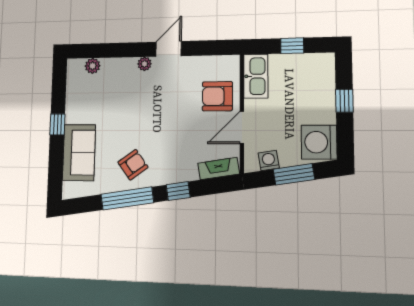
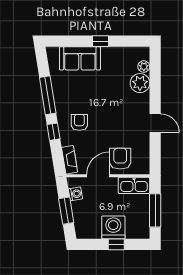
window: (292, 46) -> (155, 210), width x2.17
plant: (144, 64) -> (140, 83), moved, width x1.88, depth x1.88
door: (242, 127) -> (98, 176), hinge flipped
washing machine: (319, 142) -> (113, 227), moved
armchair: (133, 165) -> (79, 122), moved, turned -144

